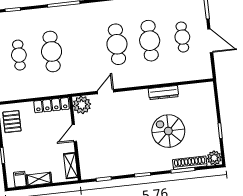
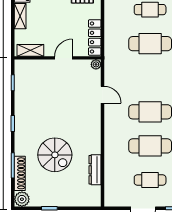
dresser: (163, 93) -> (95, 170), moved
plant: (82, 105) -> (96, 64), width x0.53, depth x0.53
spiral stairs: (168, 131) -> (55, 155), turned 90
door: (74, 133) -> (63, 58), hinge flipped

